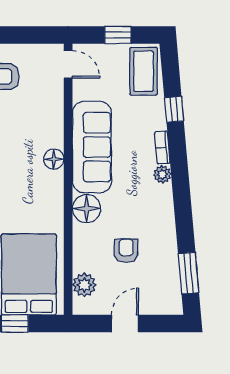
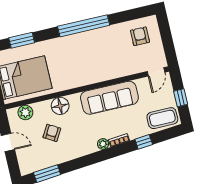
floor lamp: (54, 159) -> (97, 76), removed
floor lamp: (87, 209) -> (60, 106), moved
armchair: (126, 251) -> (52, 133), turned -60

